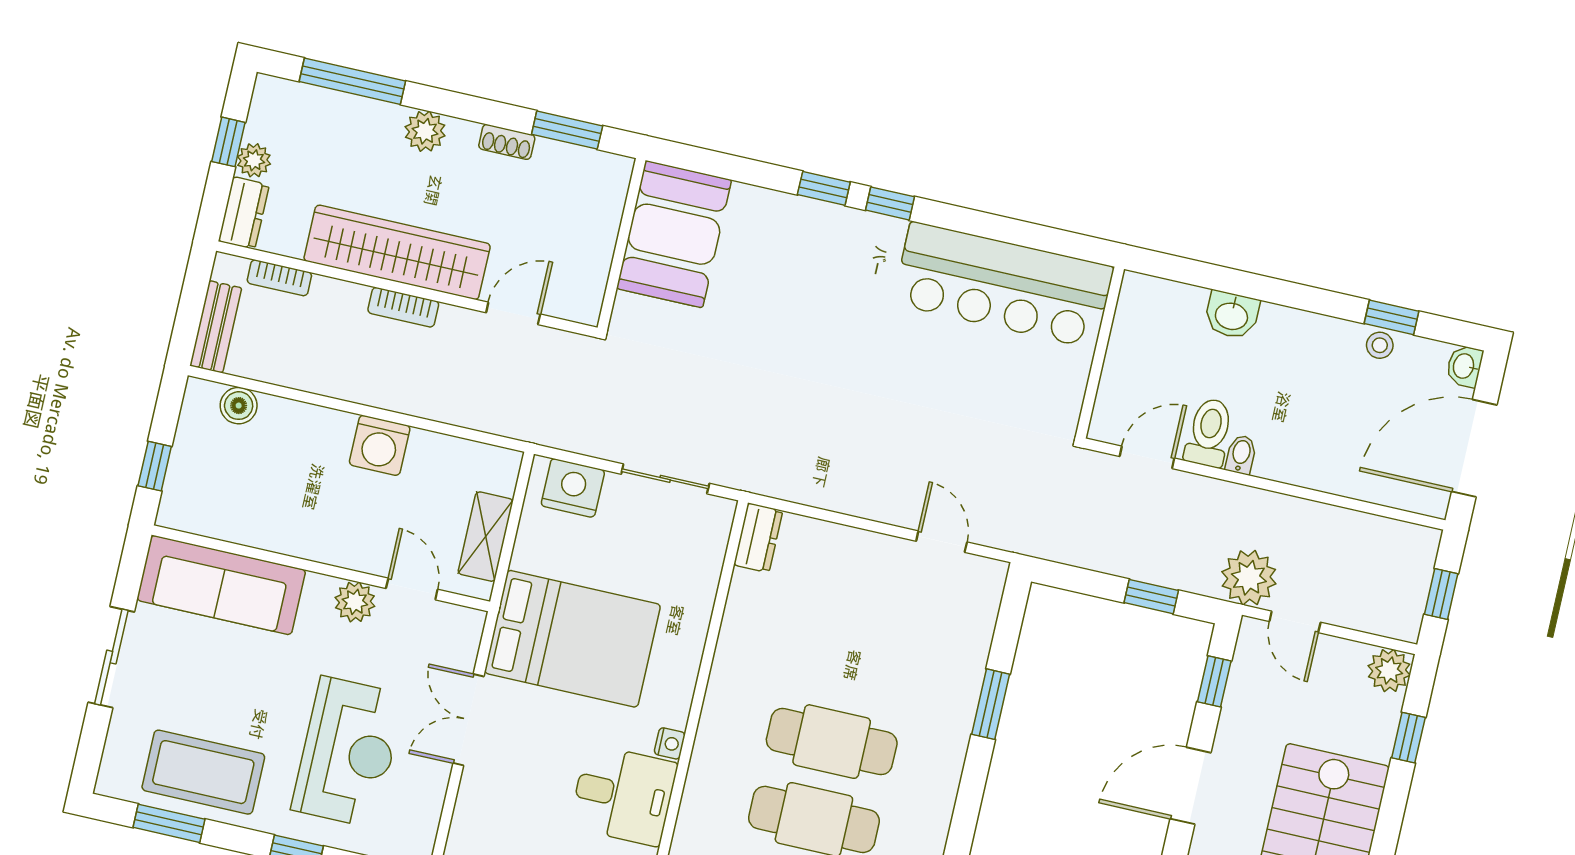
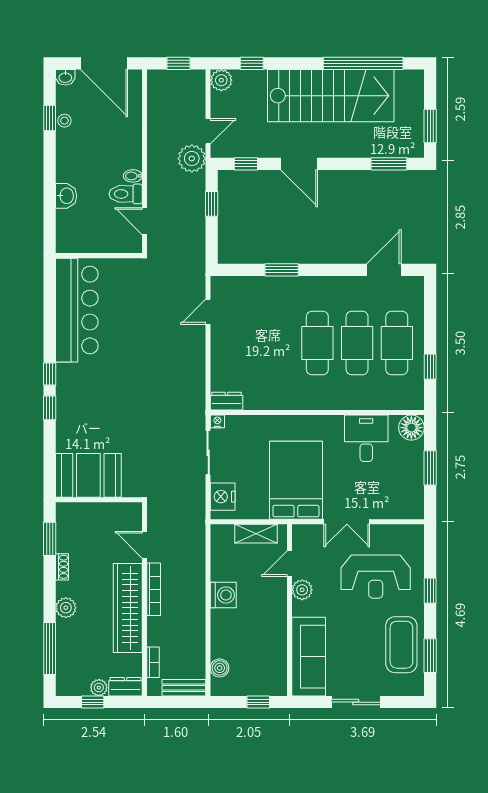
bookcase: (403, 307) -> (154, 589), width x1.56
nightstand: (670, 743) -> (217, 421), moved
reception desk: (348, 752) -> (376, 577), turned 180

